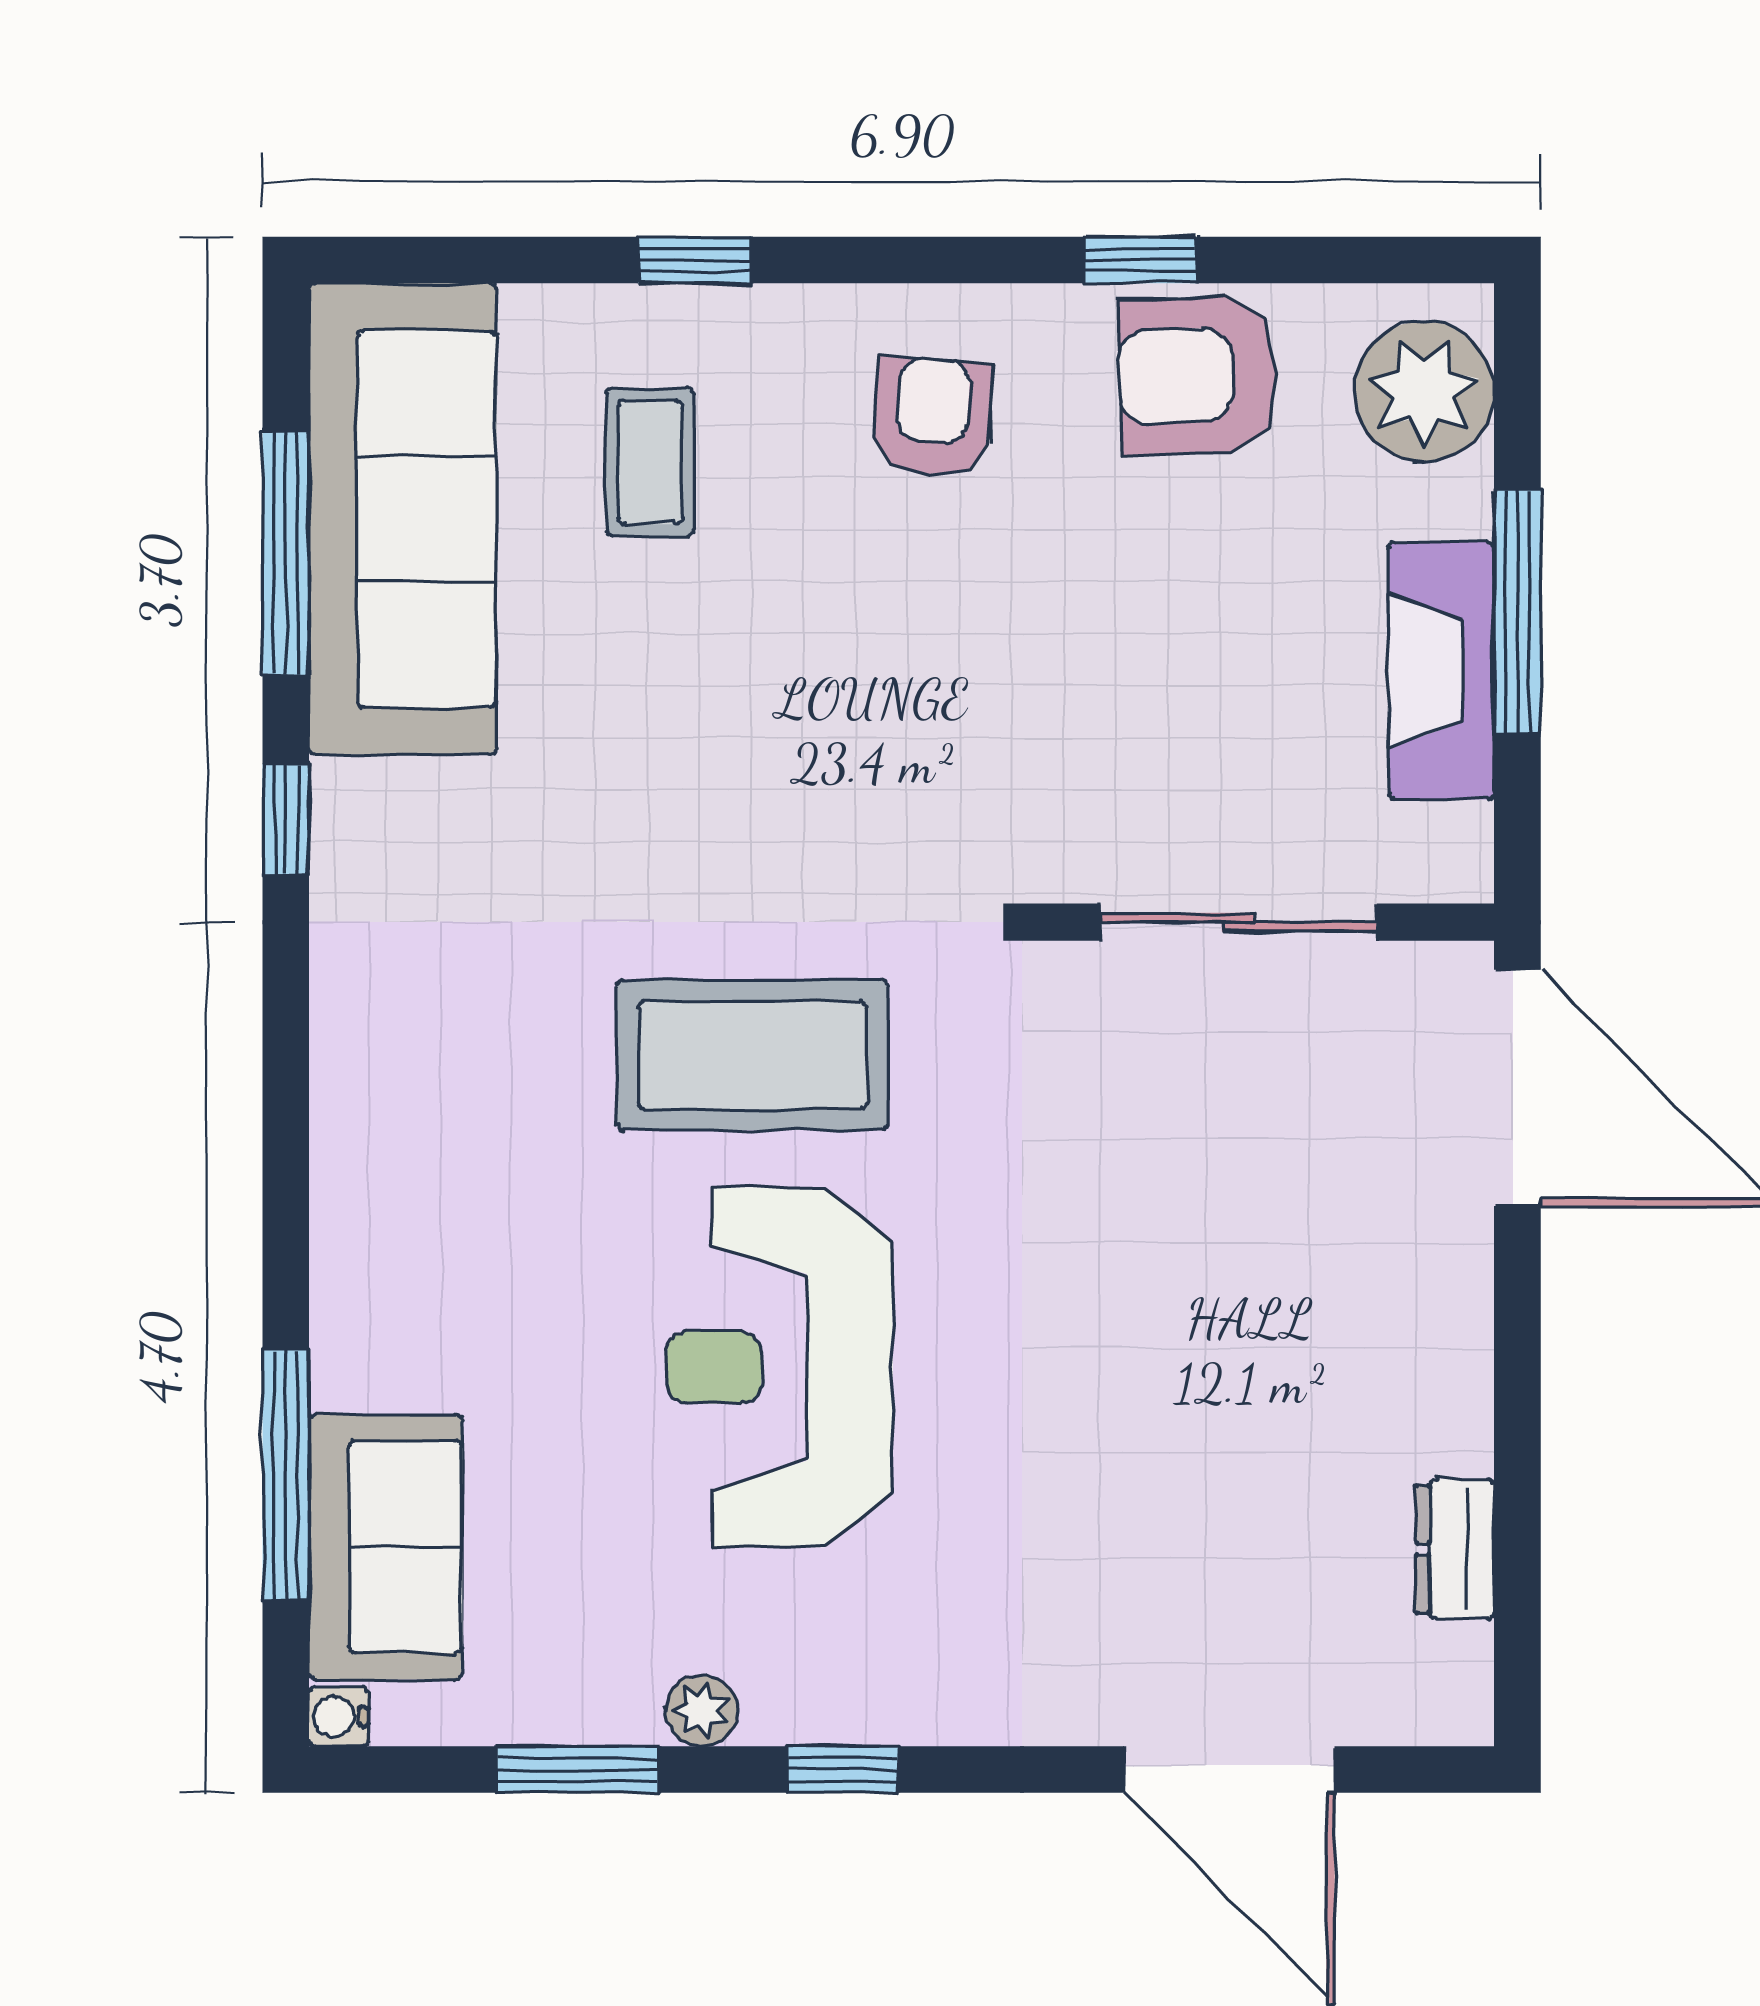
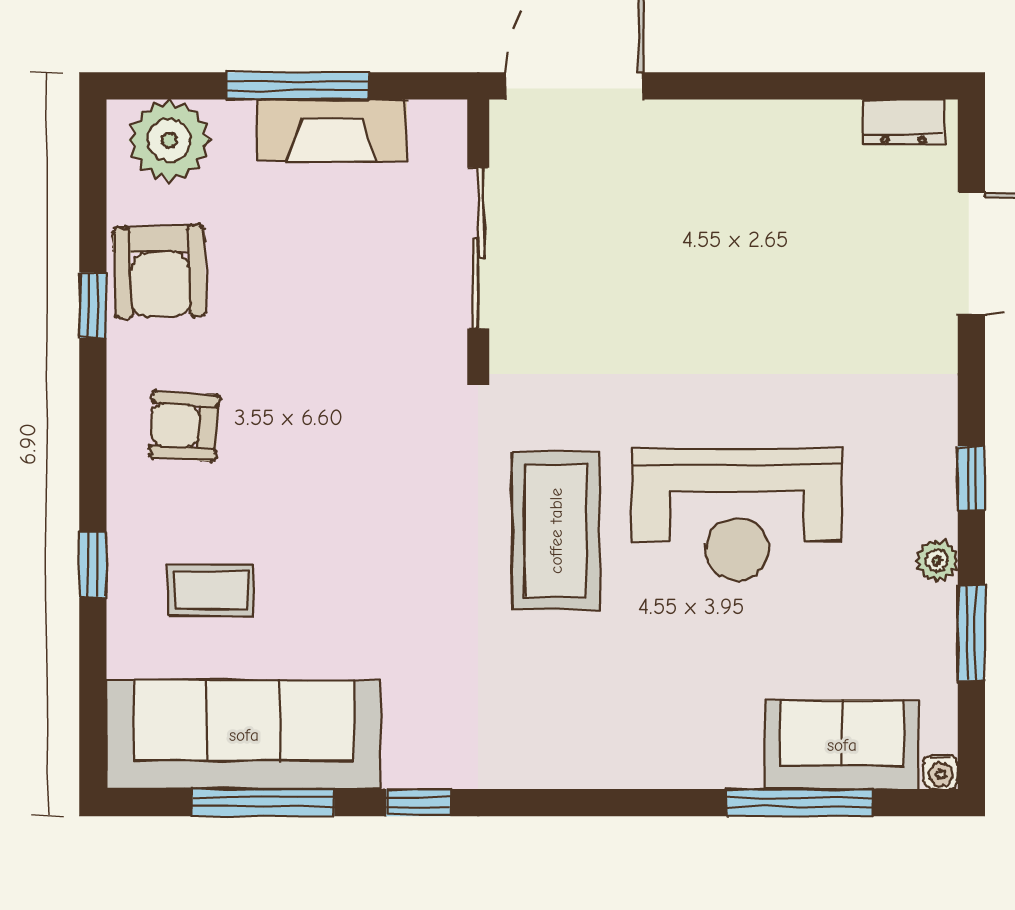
dresser: (1455, 1549) -> (904, 122), moved

